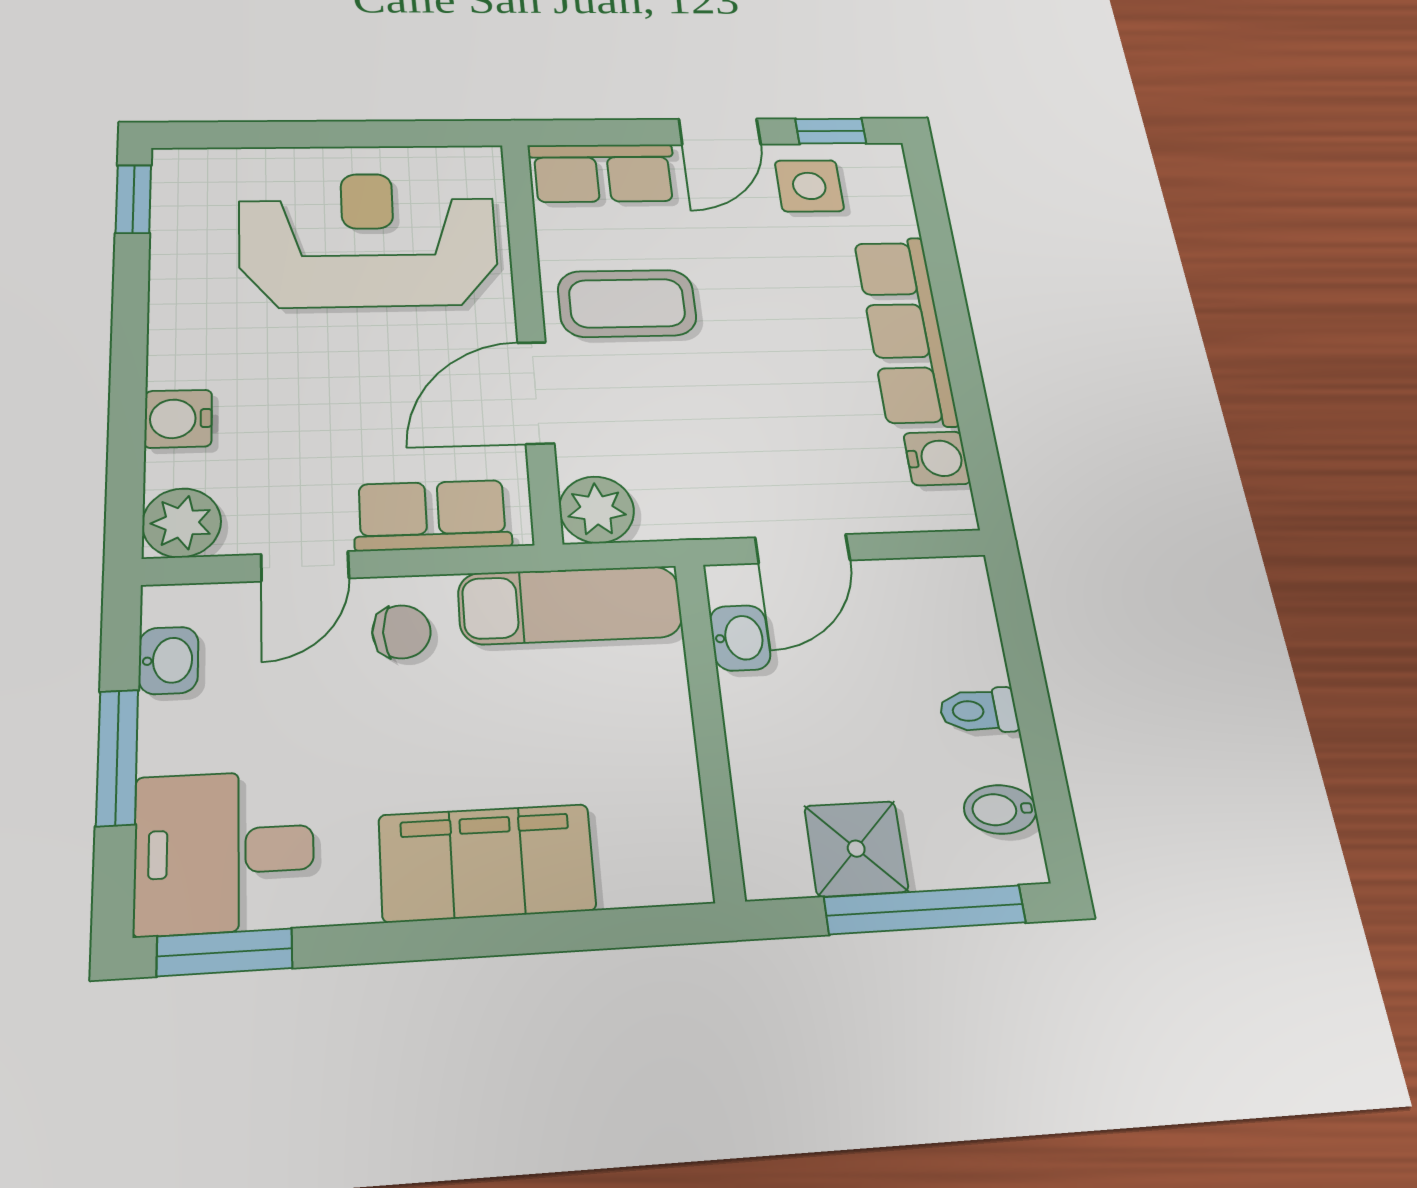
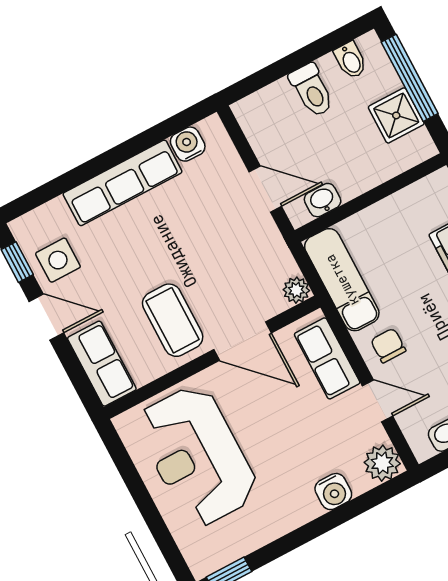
plant: (597, 510) -> (296, 290), width x0.73, depth x0.73
toilet: (979, 711) -> (312, 90), width x1.37, depth x1.39

